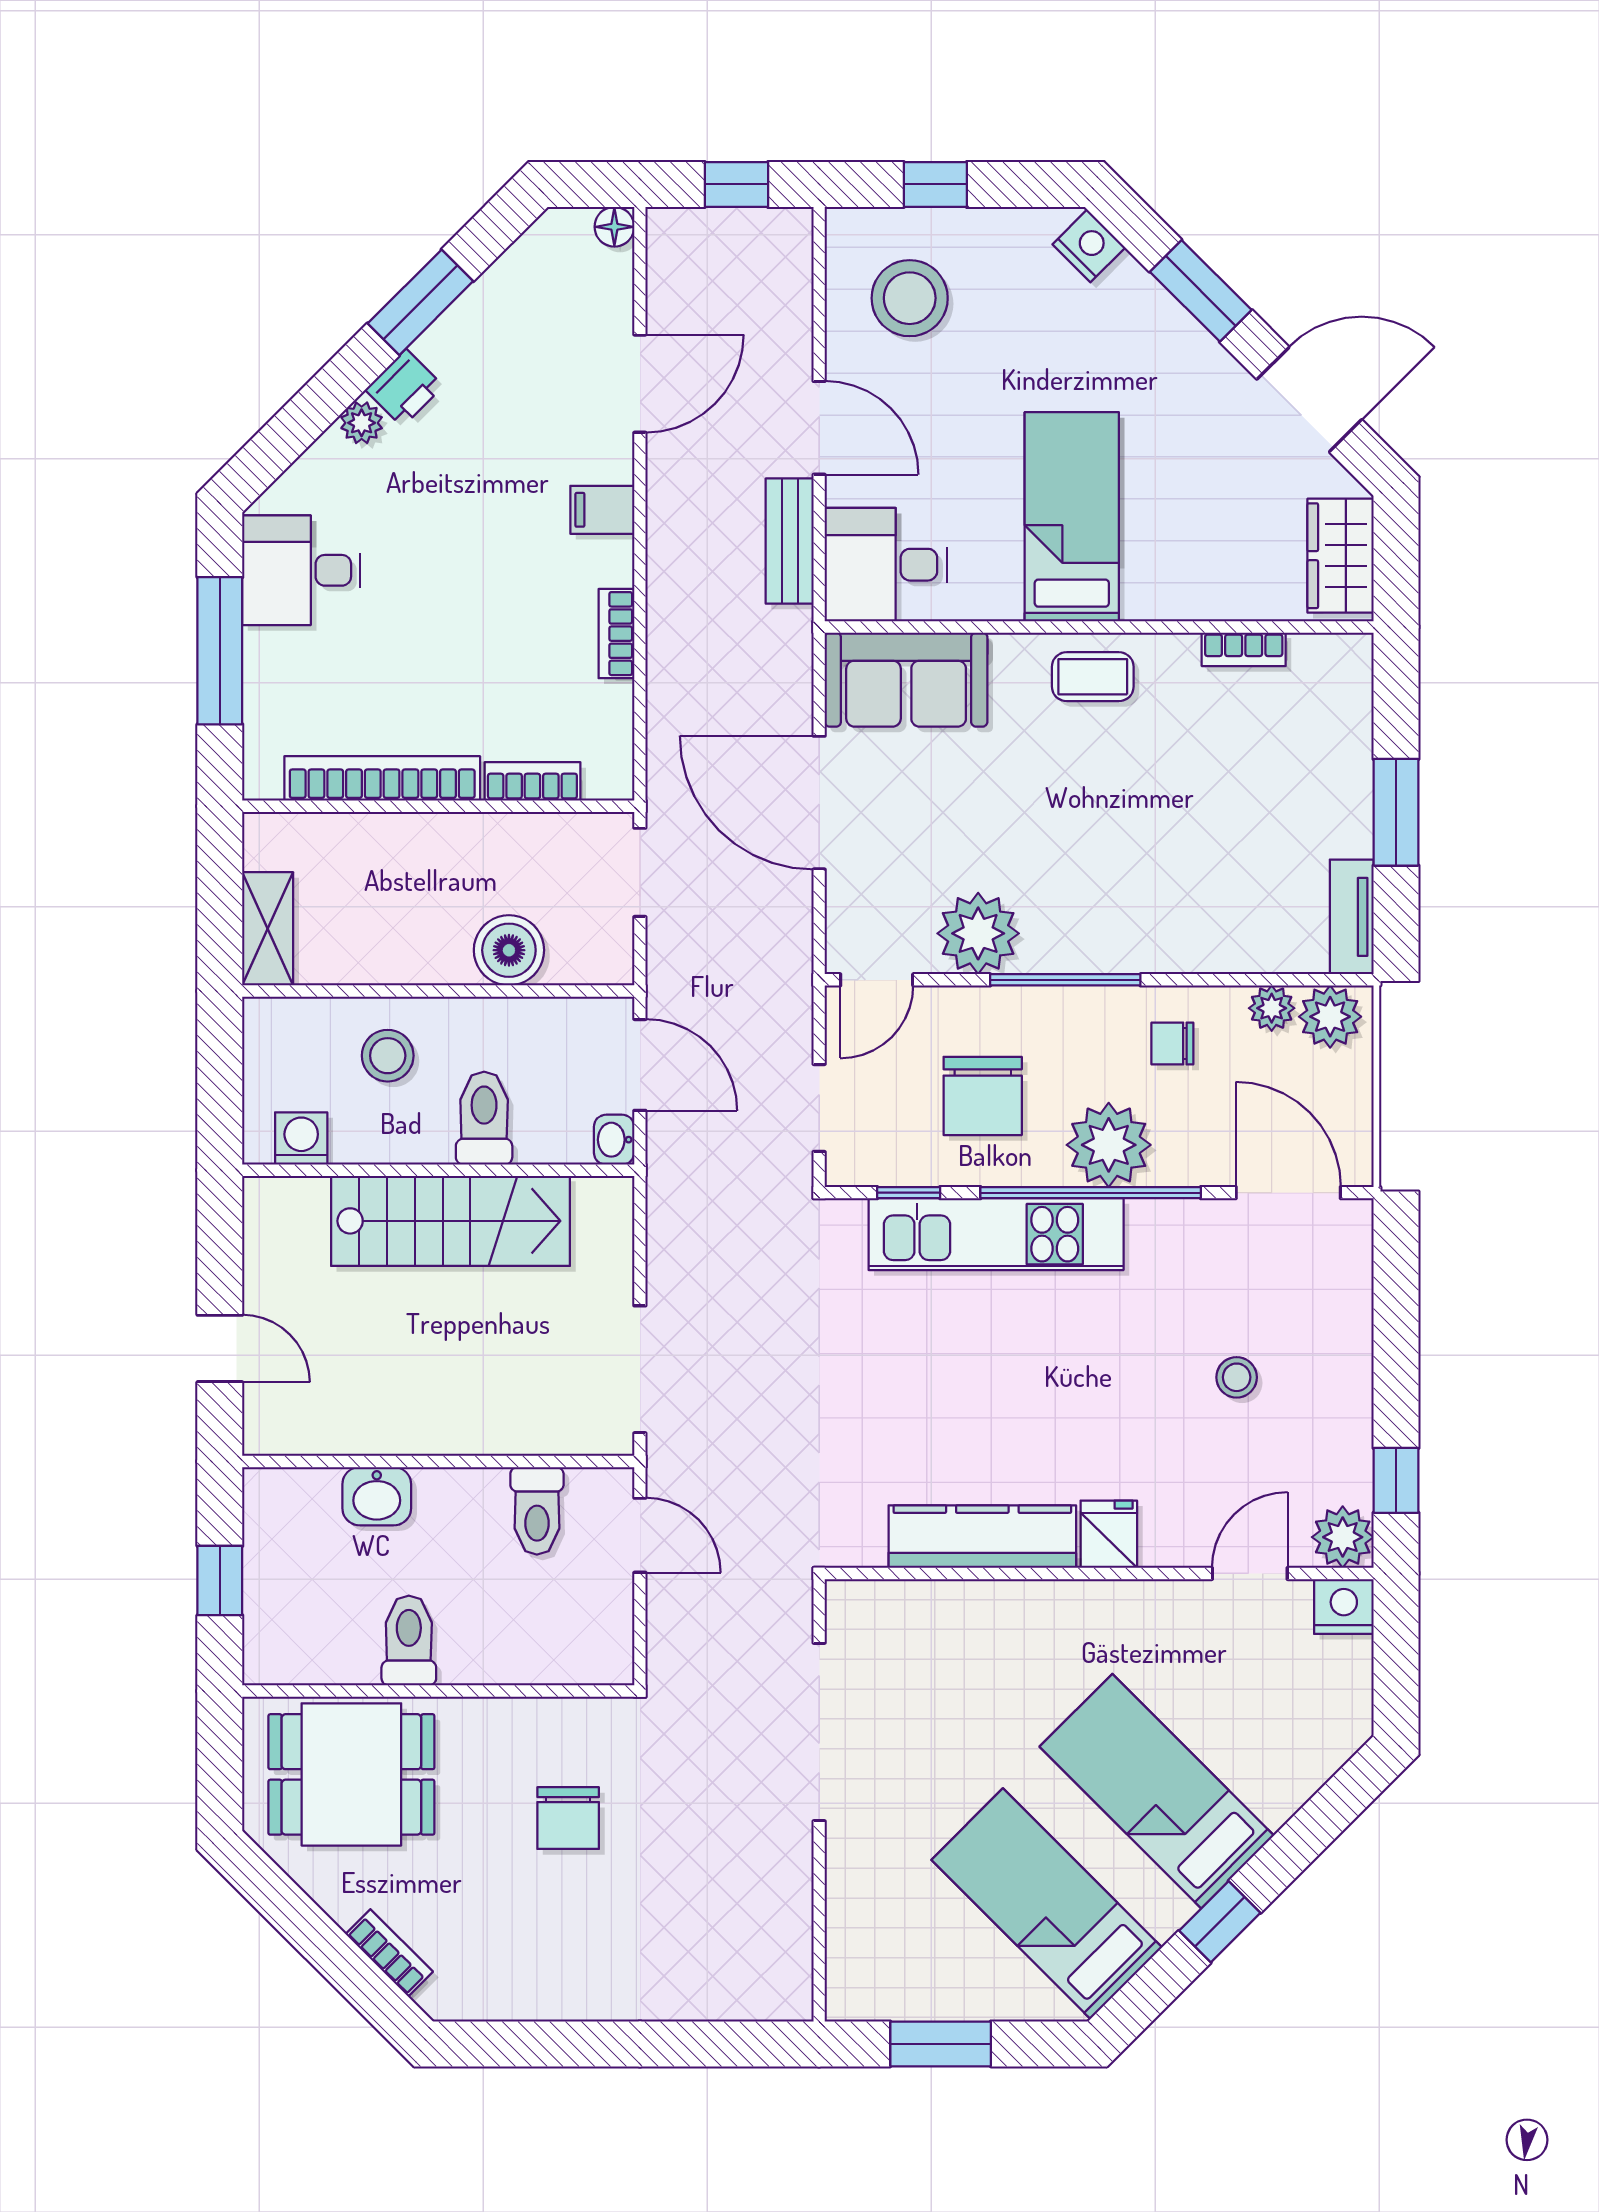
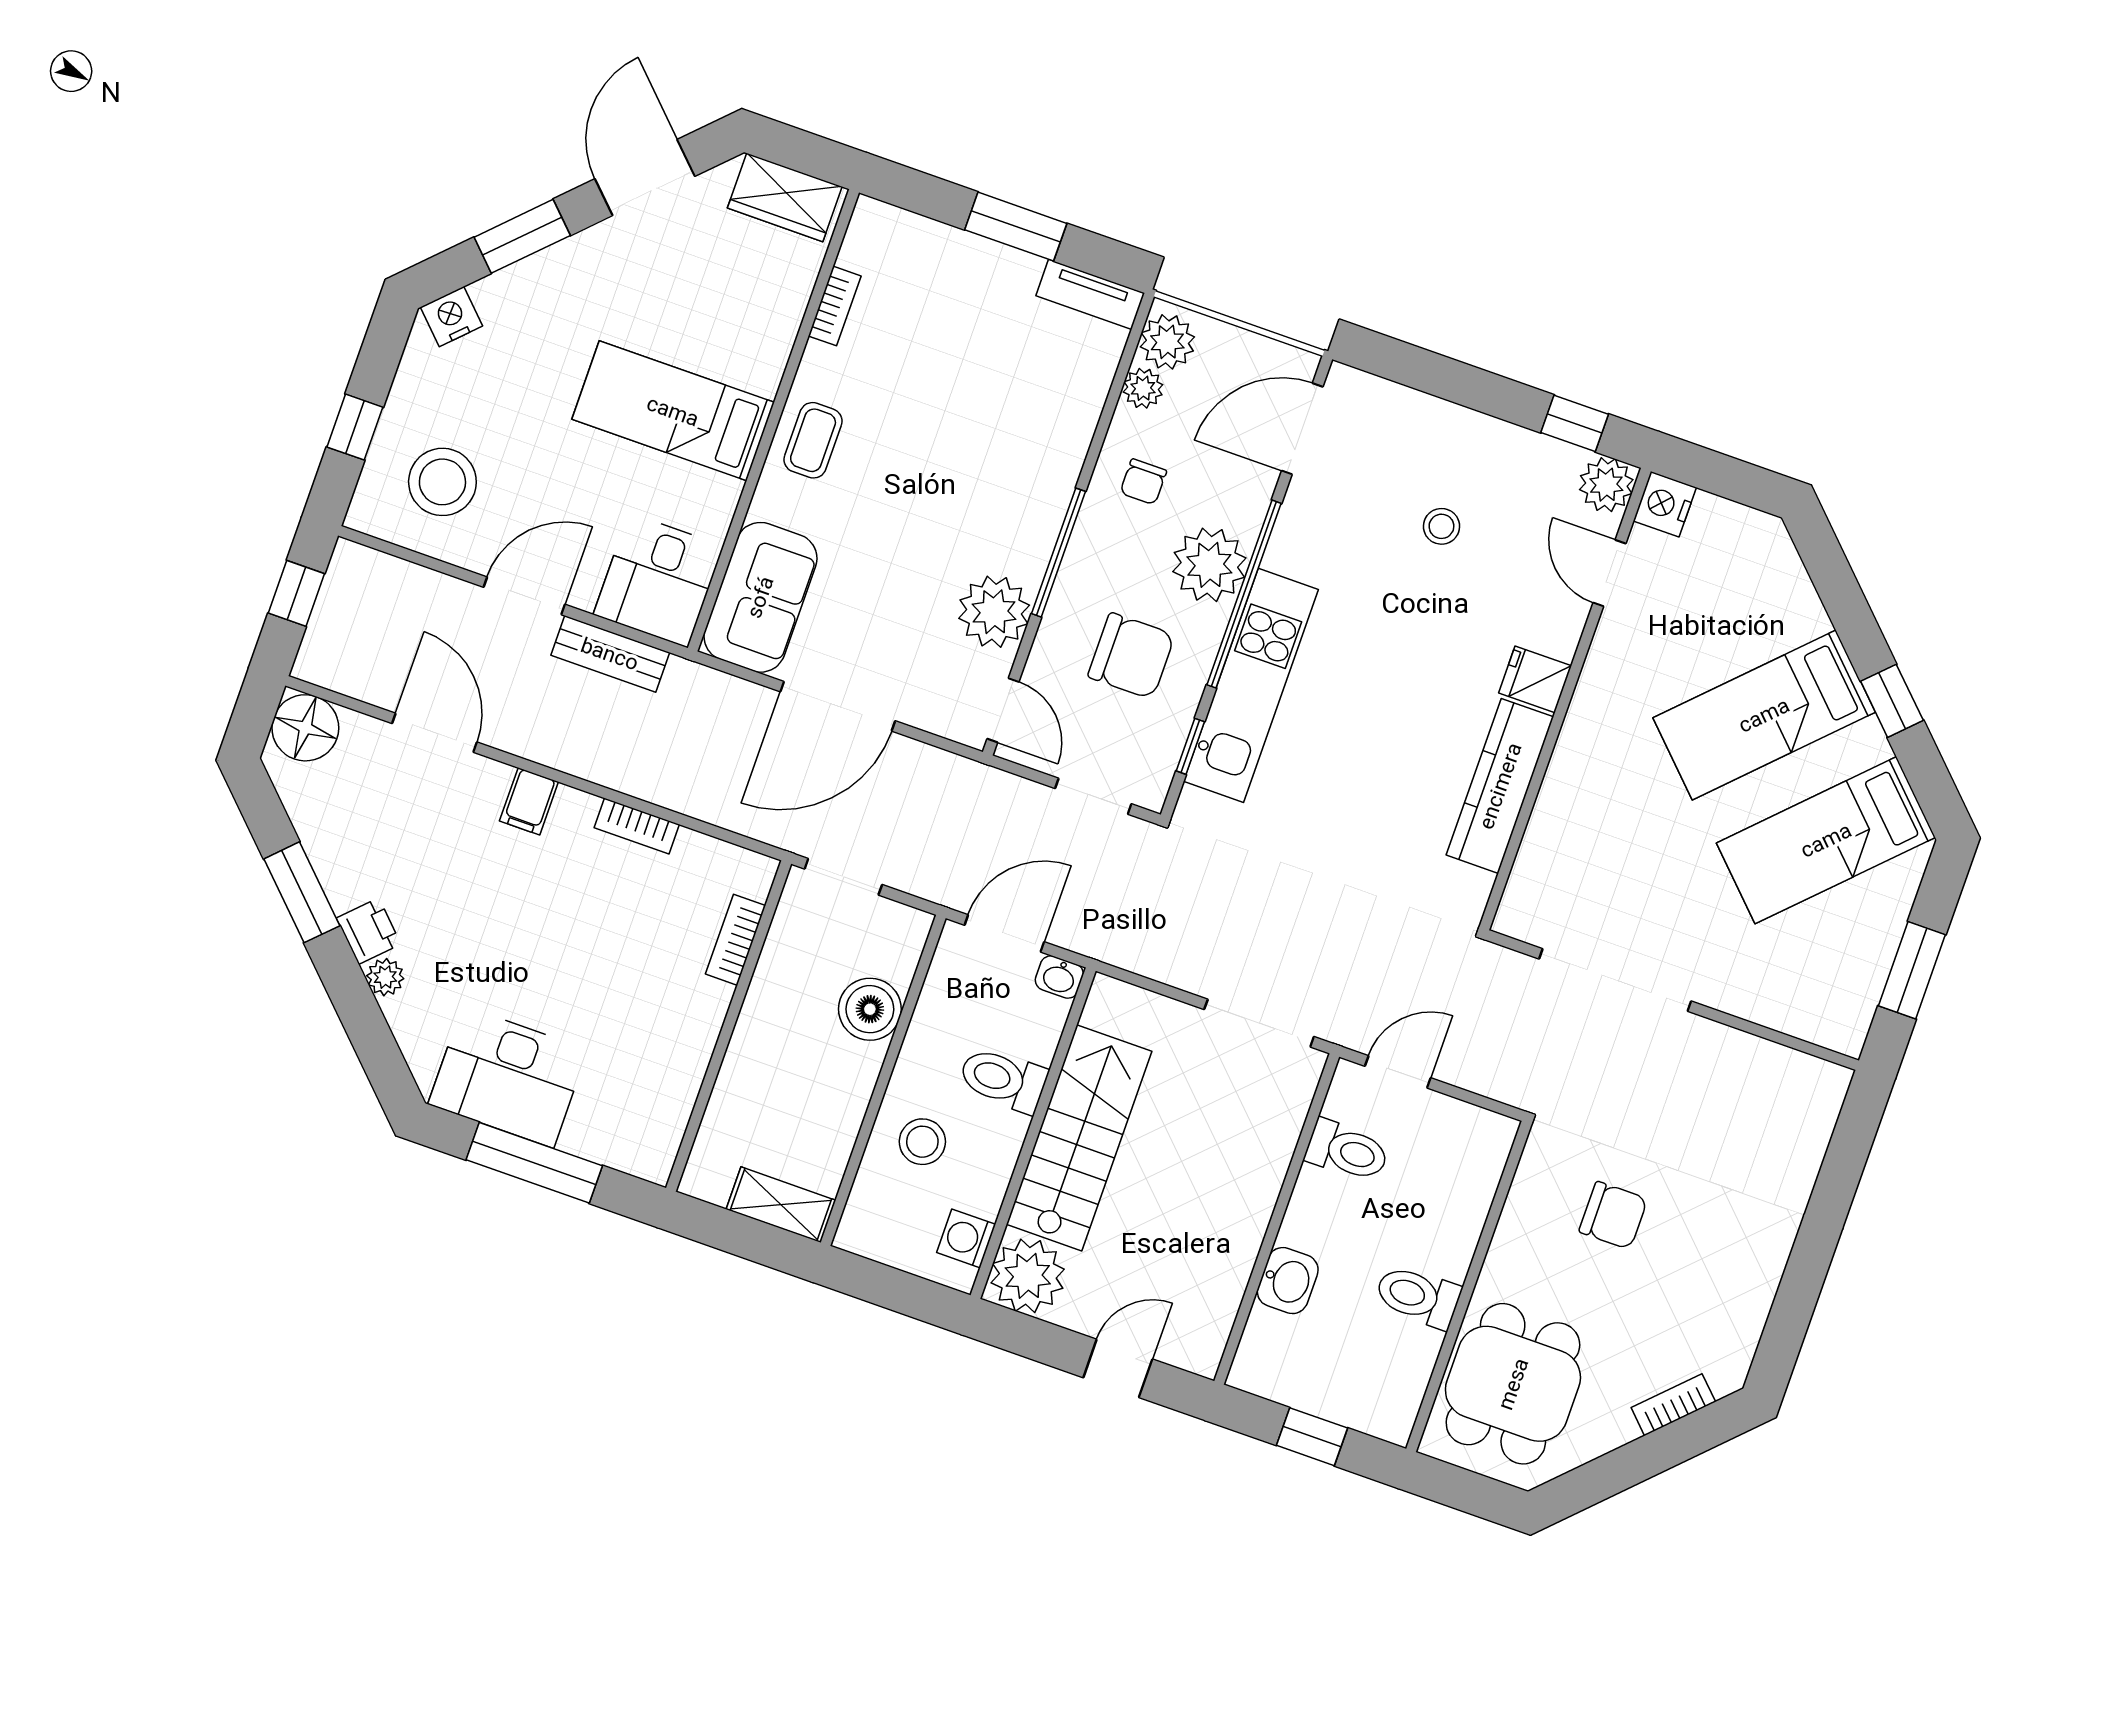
floor lamp: (614, 227) -> (305, 728), width x1.89, depth x1.89
desk: (301, 570) -> (508, 1077), width x1.37
bookcase: (382, 778) -> (689, 1065), removed
plant: (284, 1218) -> (1028, 1276), added

